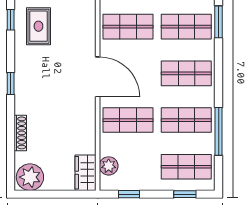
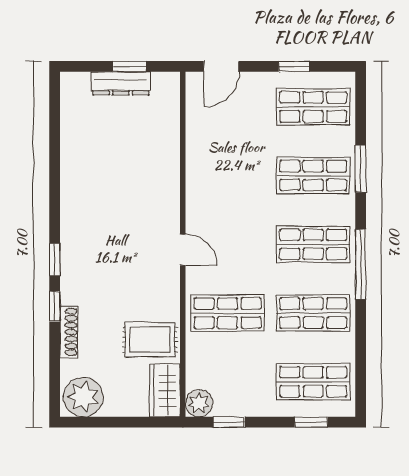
window: (11, 20) -> (55, 306), moved
rug: (38, 26) -> (150, 340), moved, turned 90
shop shelf: (128, 27) -> (228, 176), removed
door: (98, 77) -> (183, 250), width x0.53
window: (219, 131) -> (361, 264), moved
plant: (109, 166) -> (199, 403), moved

